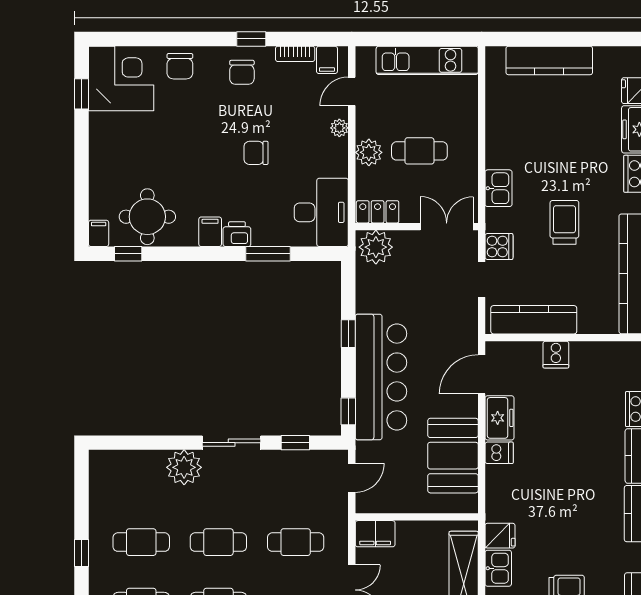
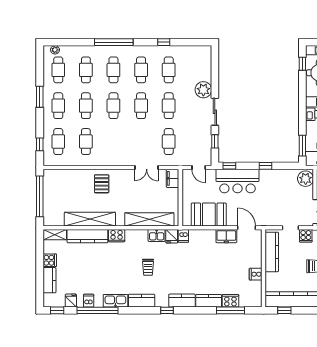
window: (268, 254) -> (302, 146), moved
cooker: (556, 355) -> (256, 274), moved
bar counter: (381, 377) -> (237, 181), width x0.73
dishwasher: (499, 453) -> (183, 236), moved

